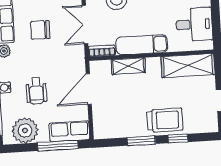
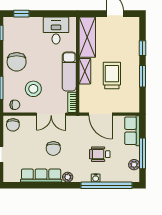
shelving: (128, 66) -> (85, 71), moved
wheelchair: (36, 91) -> (100, 154), turned 180
trolley: (165, 120) -> (112, 75), moved
plant: (25, 130) -> (134, 165), width x0.53, depth x0.53
window: (58, 146) -> (142, 153), moved

